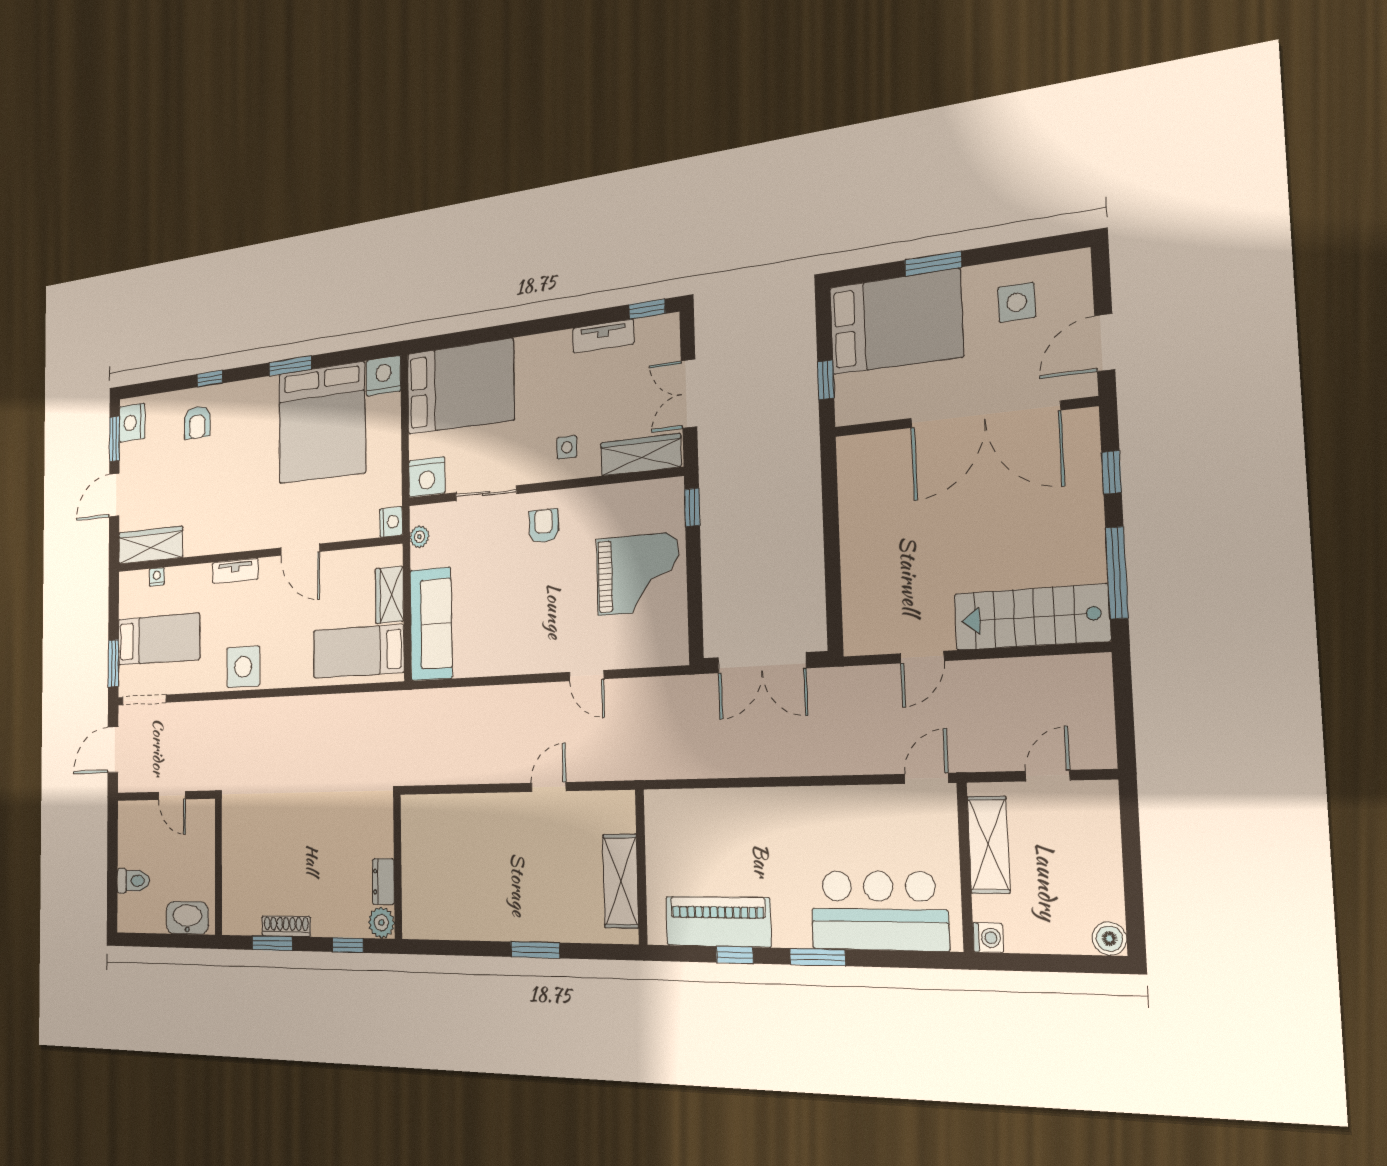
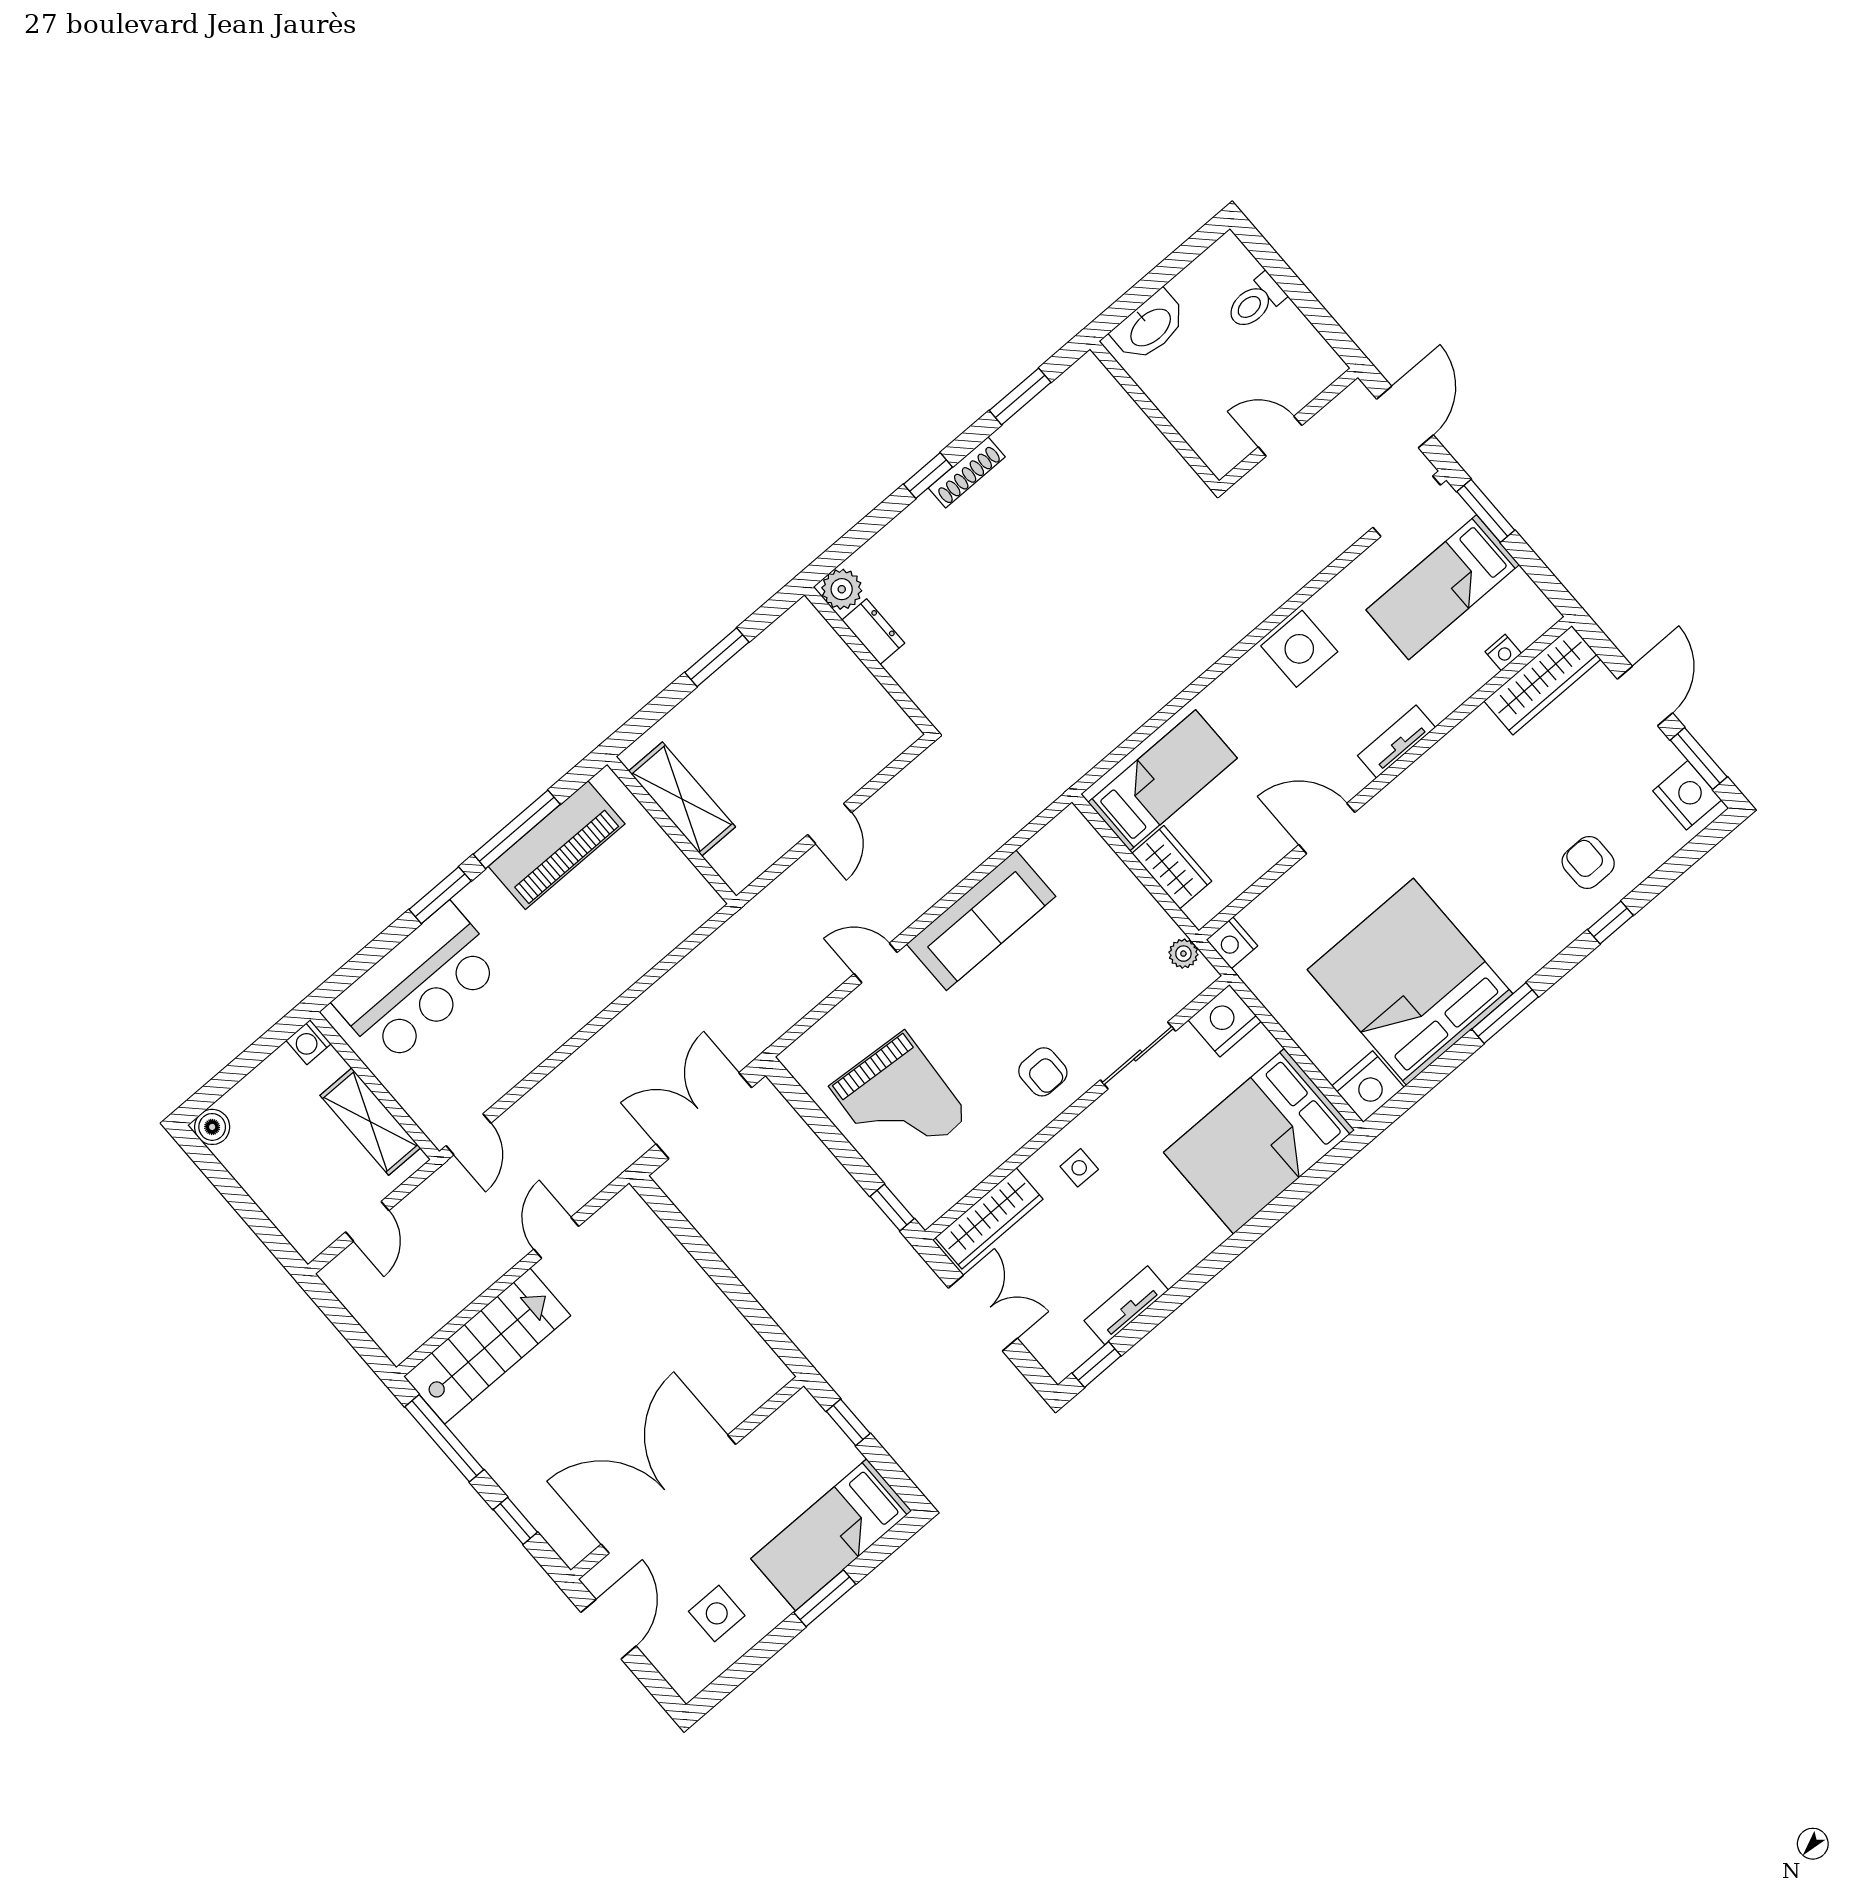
bed: (896, 322) -> (831, 1535), width x0.67
grand piano: (638, 574) -> (899, 1102), turned -86
sofa: (431, 624) -> (981, 920), moved, turned -90
wall: (398, 867) -> (869, 661), moved
dresser: (383, 882) -> (873, 632), moved
plant: (381, 923) -> (842, 589), moved
shoe rack: (286, 926) -> (967, 472), moved
window: (735, 955) -> (517, 829), width x2.17

